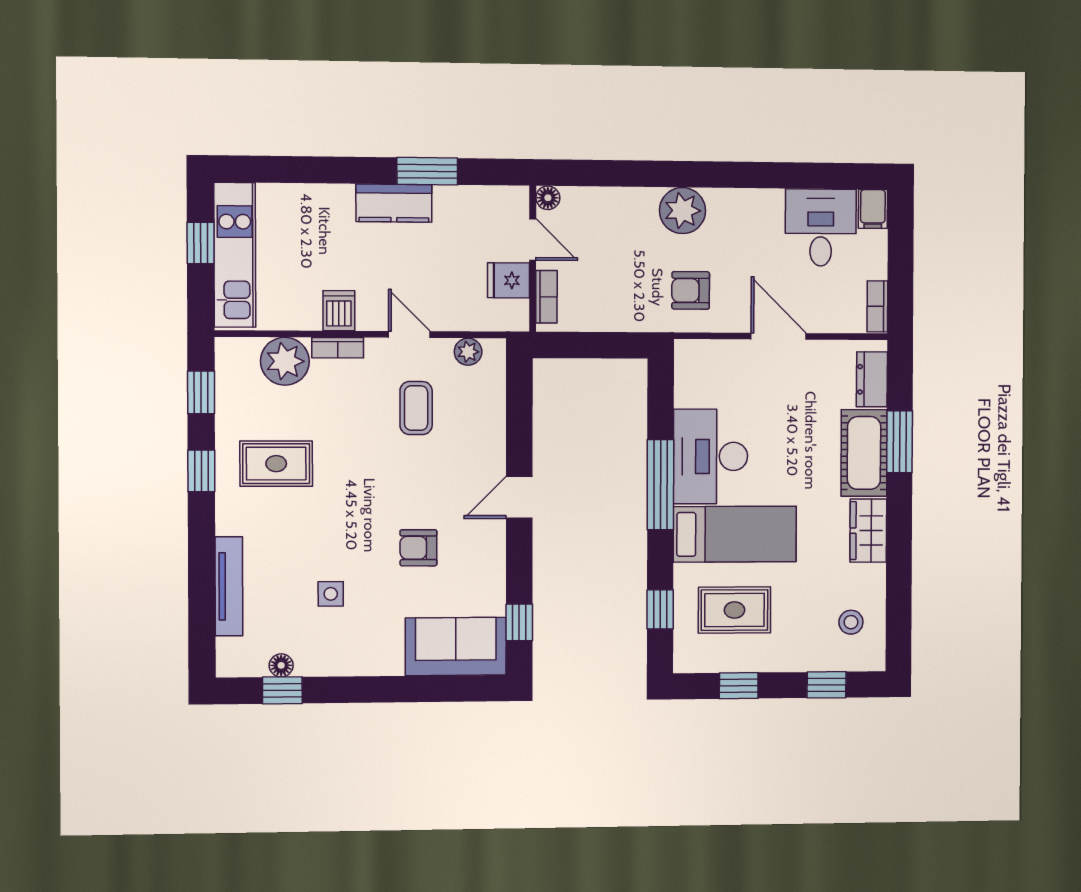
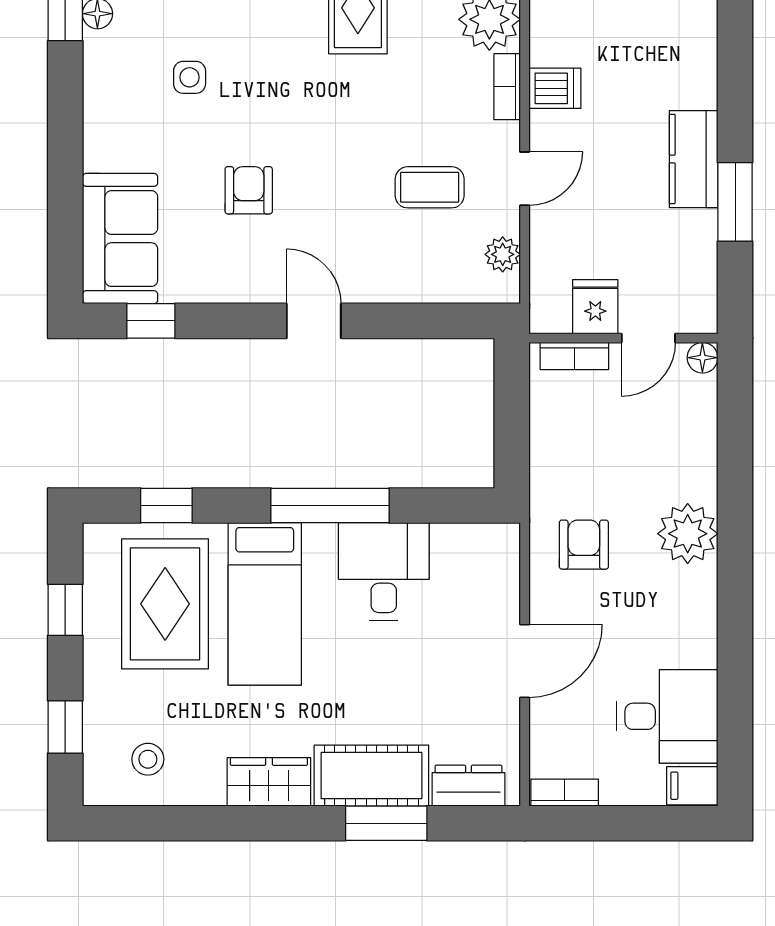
desk: (711, 456) -> (384, 571), width x0.73
rug: (734, 610) -> (165, 604), width x1.36, depth x1.43

